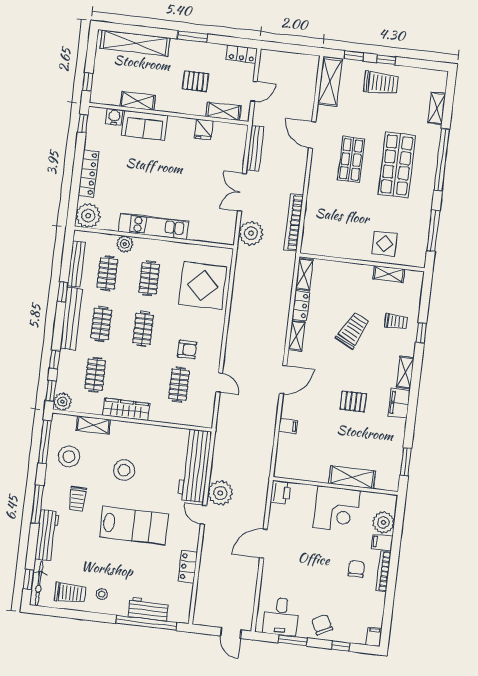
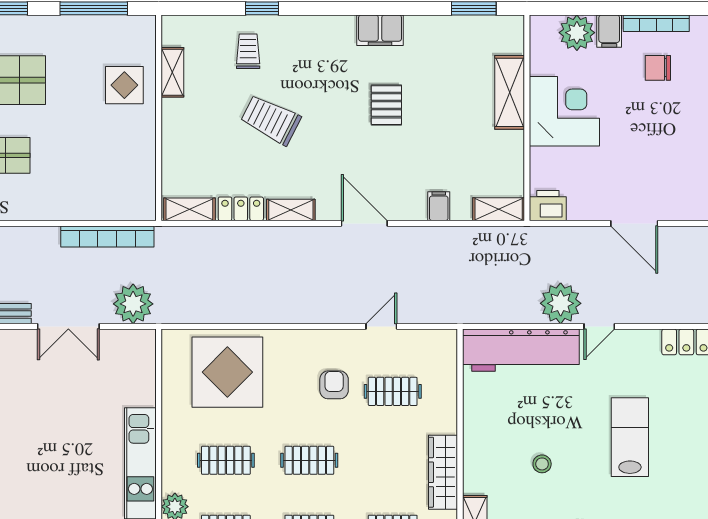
shelving: (405, 372) -> (499, 209), moved
stool: (124, 470) -> (542, 464), width x0.53, depth x0.53
lab bench: (134, 525) -> (630, 437), width x0.73, depth x0.72

